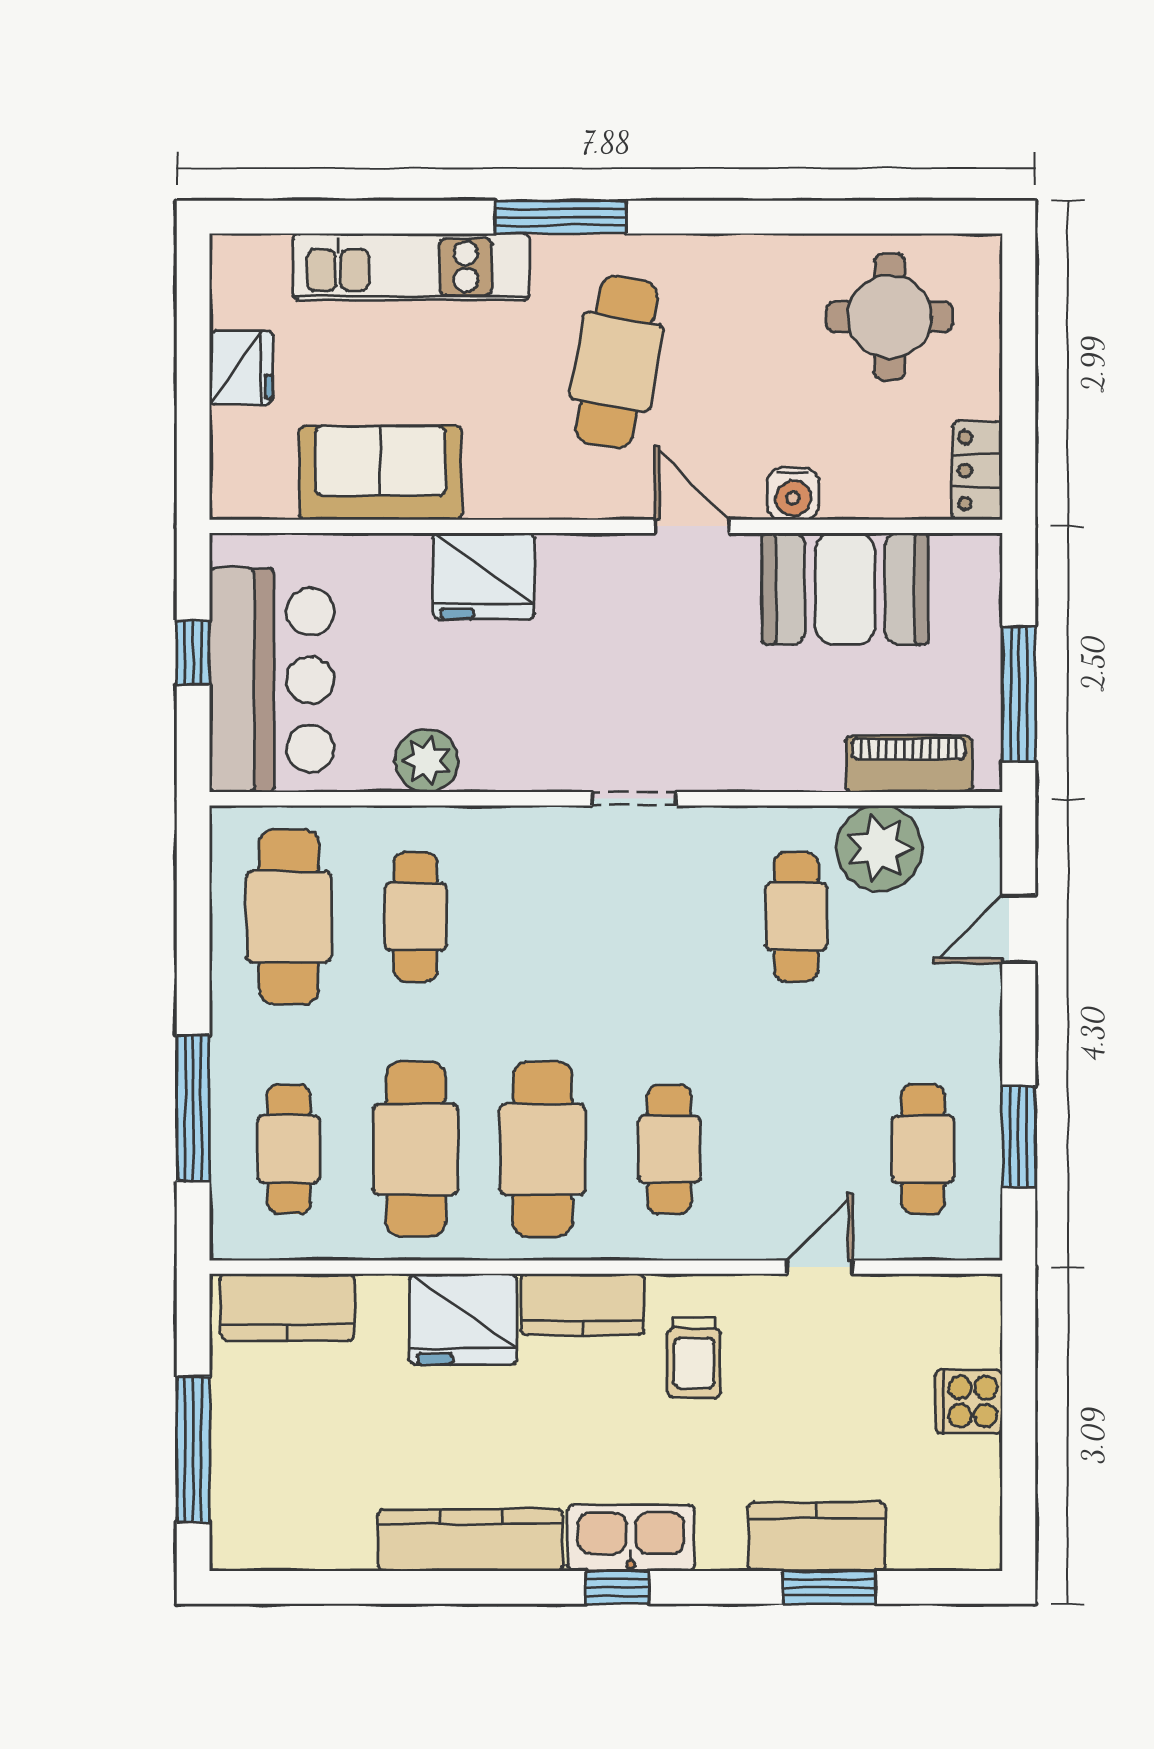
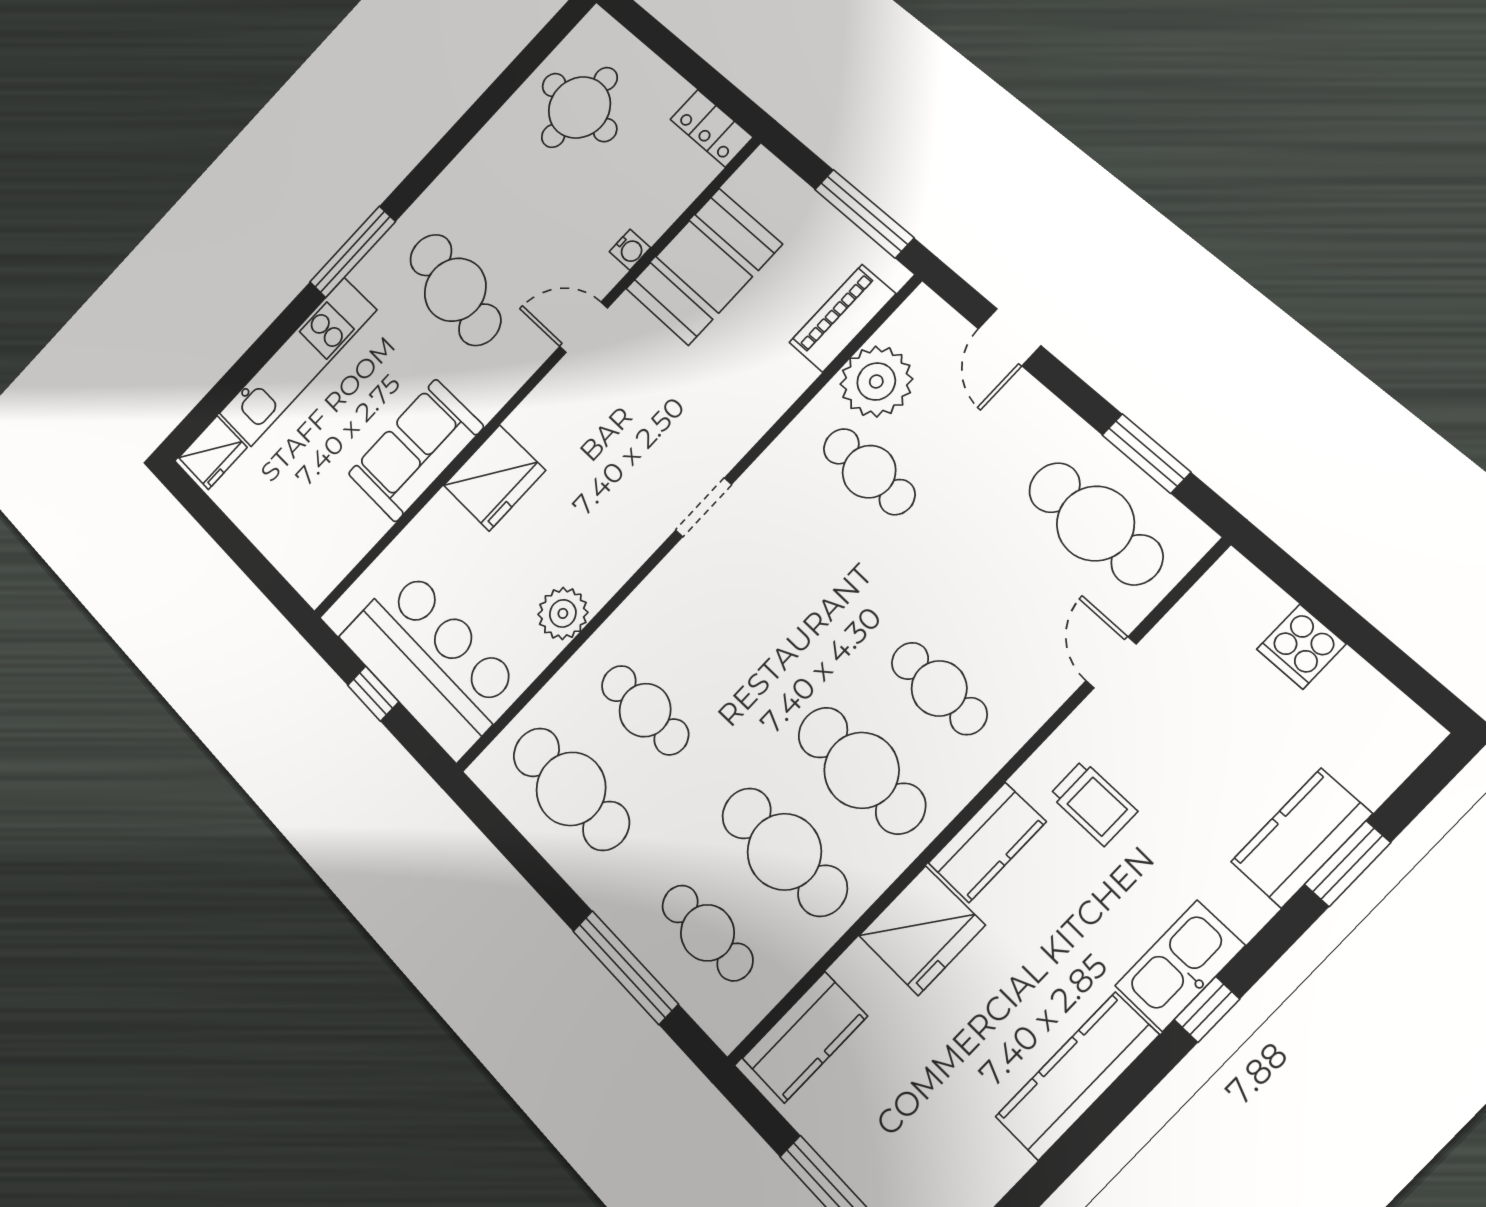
fridge: (241, 367) -> (213, 453), moved, turned 90
sofa: (380, 473) -> (416, 450), moved
water cooler: (793, 494) -> (630, 250), width x0.72, depth x0.72
cafe table: (923, 1149) -> (1095, 523), width x1.37, depth x1.35

